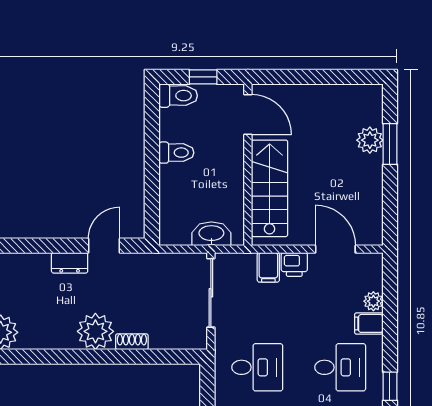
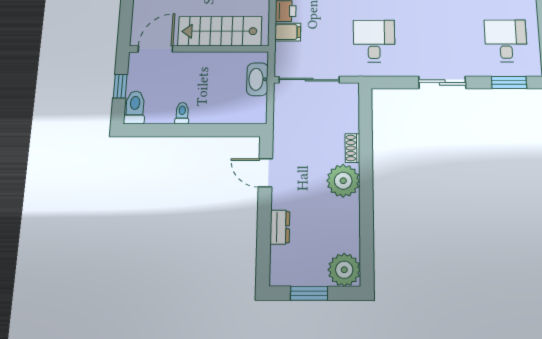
toilet: (176, 153) -> (182, 113), width x0.73, depth x0.72
dresser: (70, 263) -> (280, 227), moved

